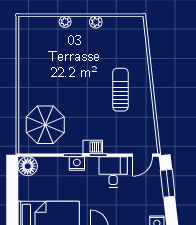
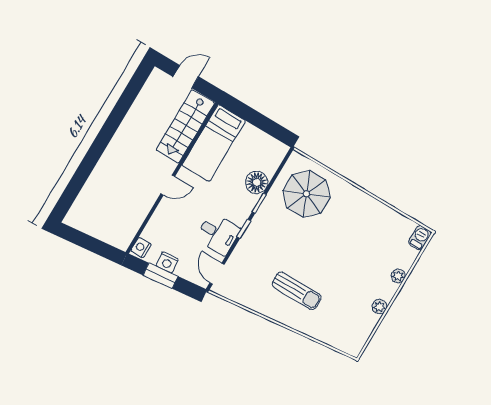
barbecue: (93, 147) -> (420, 238), moved, turned 180
nightstand: (77, 164) -> (167, 262), moved, turned 84
floor lamp: (28, 166) -> (257, 182), moved
window: (168, 183) -> (161, 276), moved

